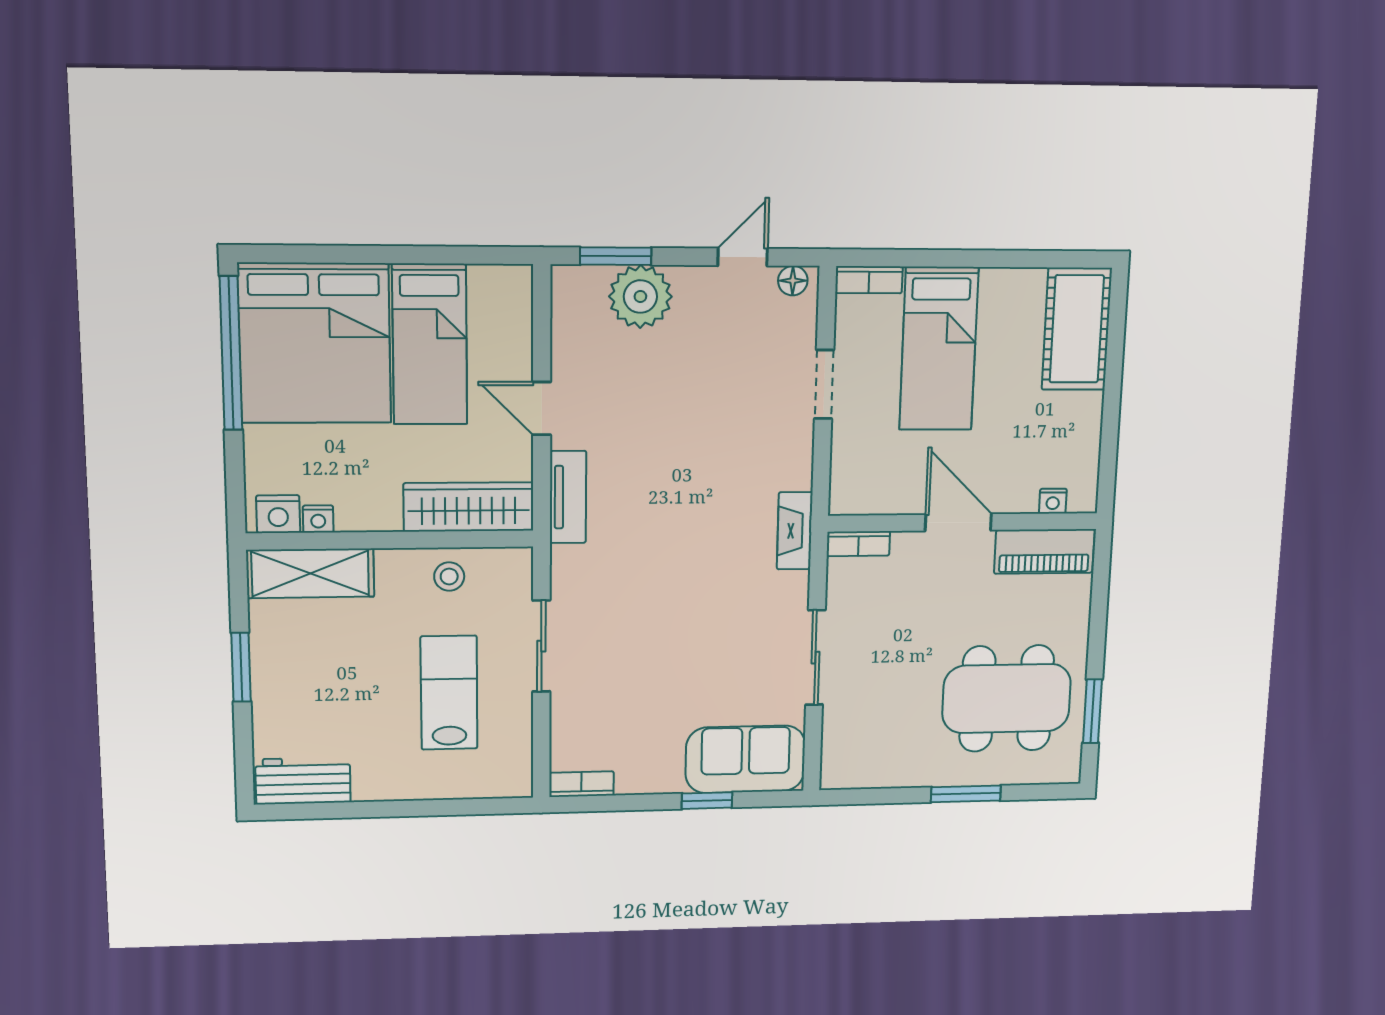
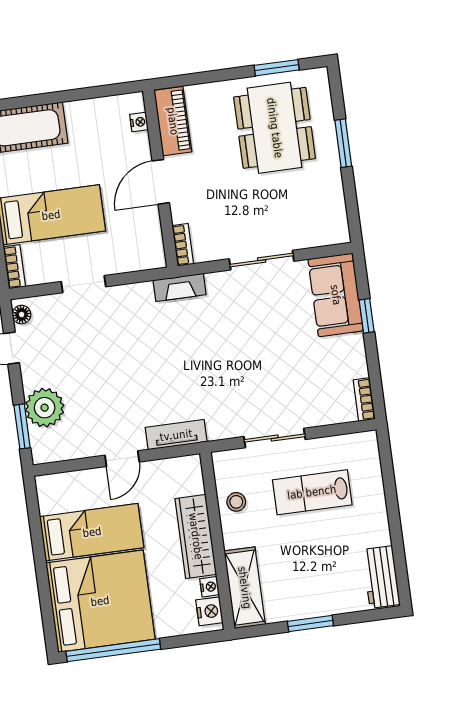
wardrobe: (469, 507) -> (196, 536), moved

